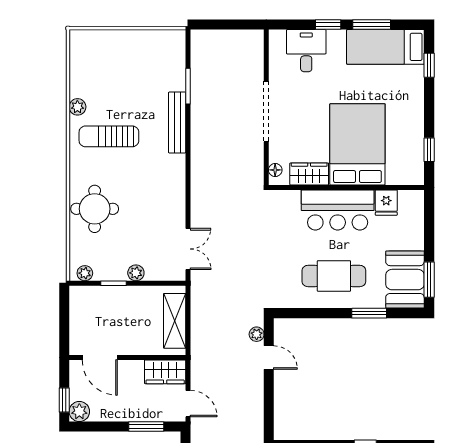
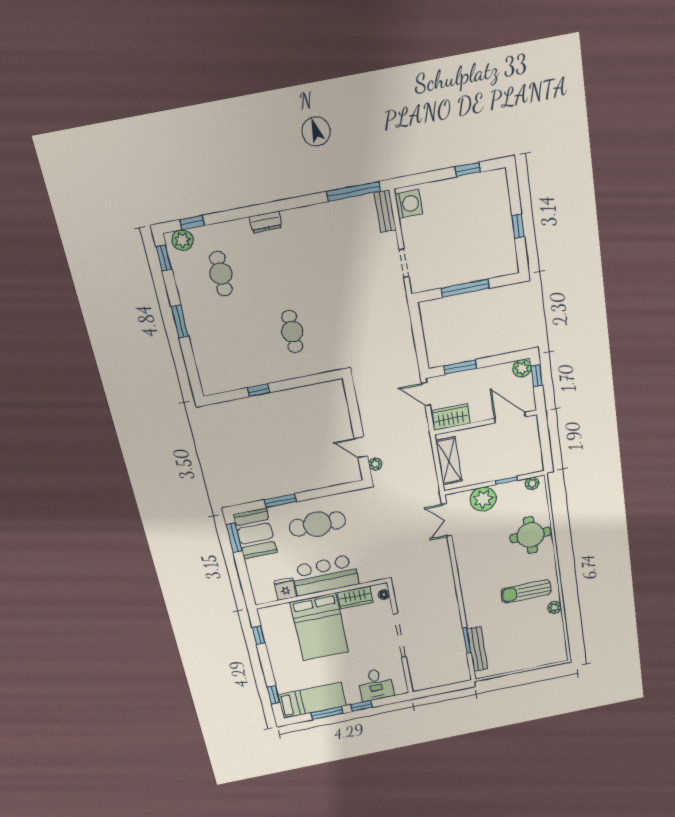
bench: (177, 123) -> (477, 649), moved
sun lounger: (109, 136) -> (526, 591), turned 180
plant: (136, 273) -> (483, 499), width x1.87, depth x1.87

